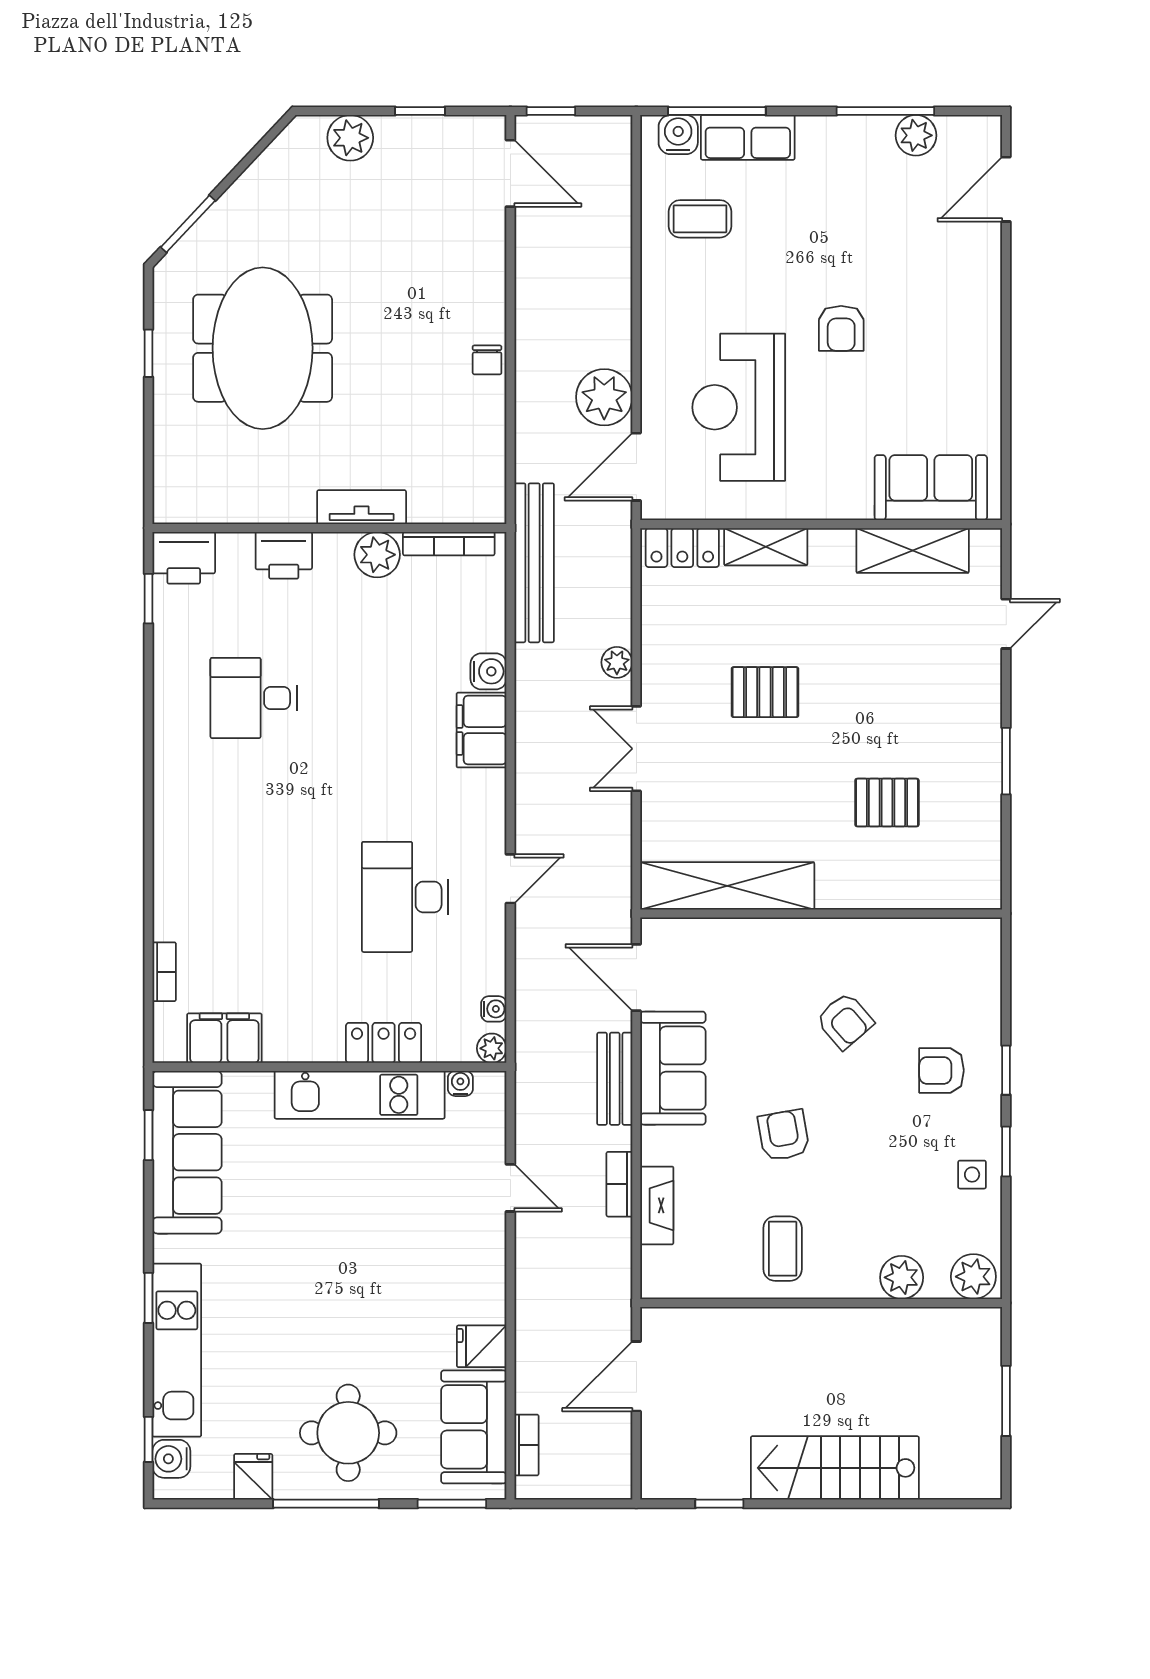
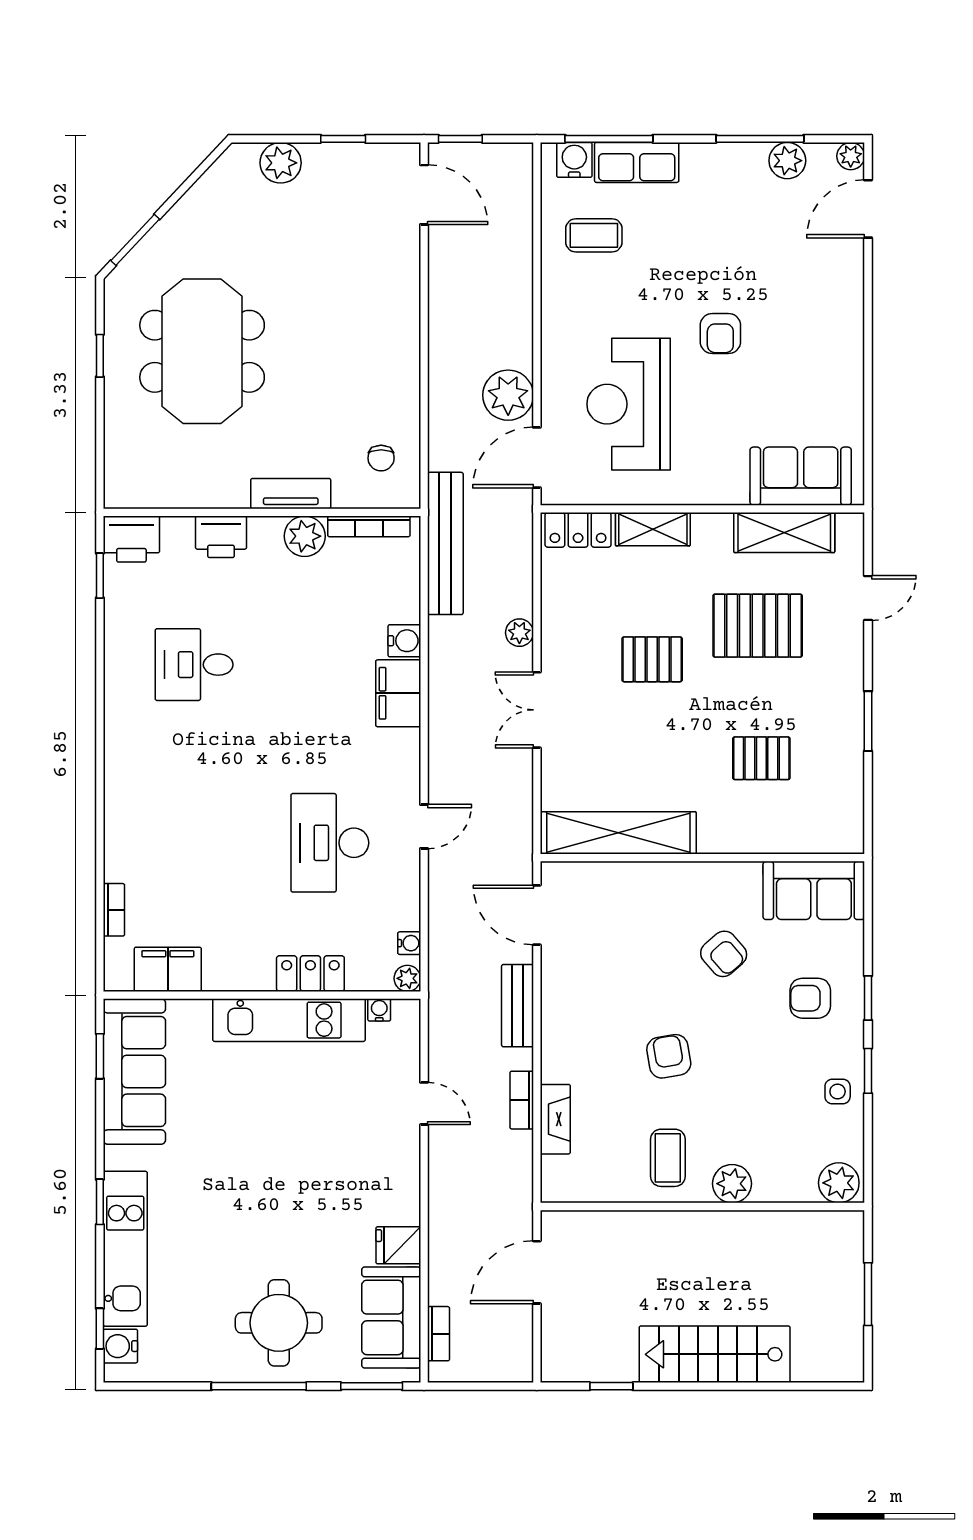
plant: (987, 130) -> (851, 156), added
chair: (487, 360) -> (381, 458), moved
pallet: (883, 654) -> (758, 626), added
sofa: (673, 1068) -> (814, 890), moved, turned 90
plant: (902, 1277) -> (732, 1184), moved
fridge: (253, 1477) -> (194, 1362), removed

